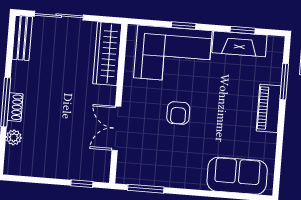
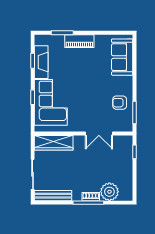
bench: (22, 38) -> (53, 196), width x1.36
armchair: (178, 113) -> (120, 103), moved, turned 180
plant: (14, 137) -> (109, 192), width x1.88, depth x1.88

